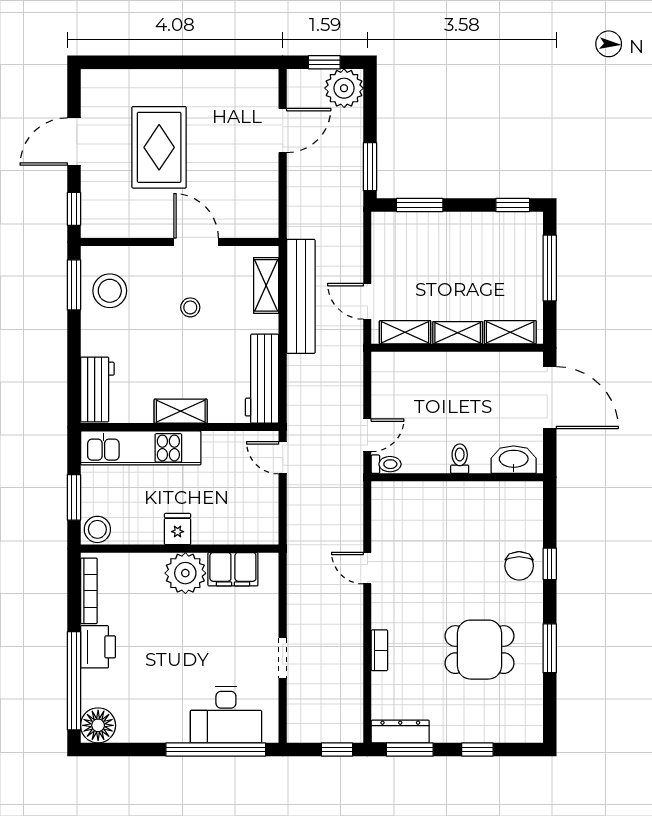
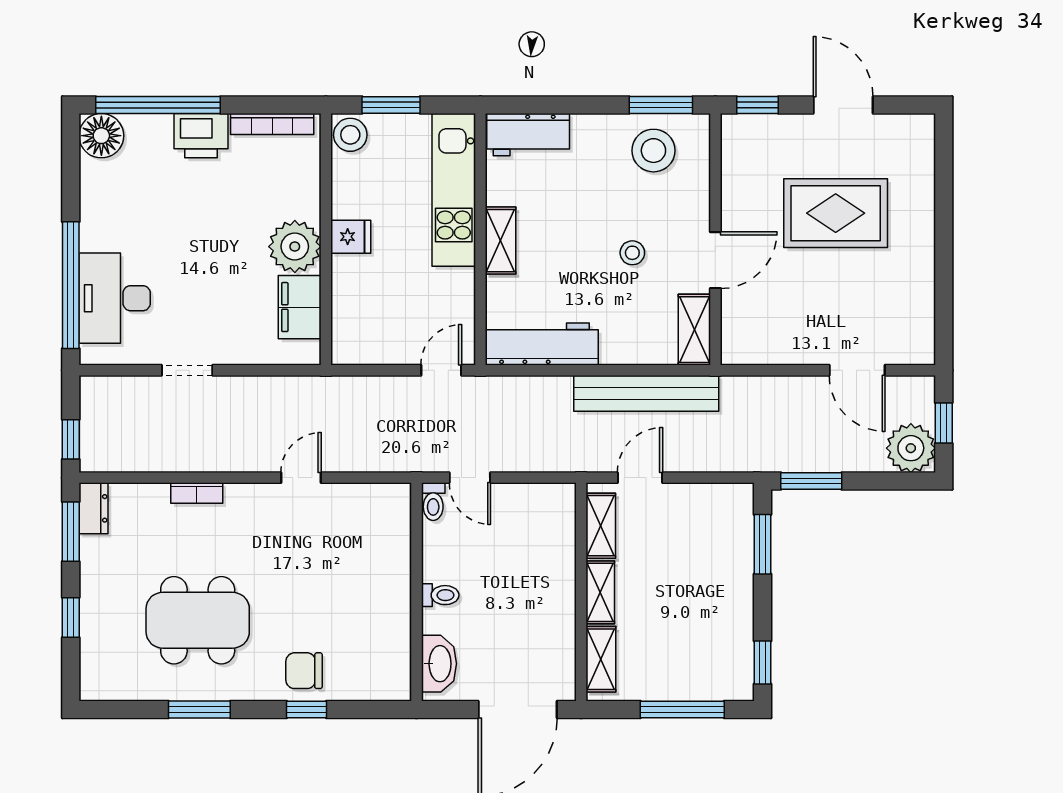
shelving: (266, 285) -> (694, 330), moved, turned 90
dining table: (479, 650) -> (198, 620), width x1.38
dresser: (400, 732) -> (93, 508), width x0.70

